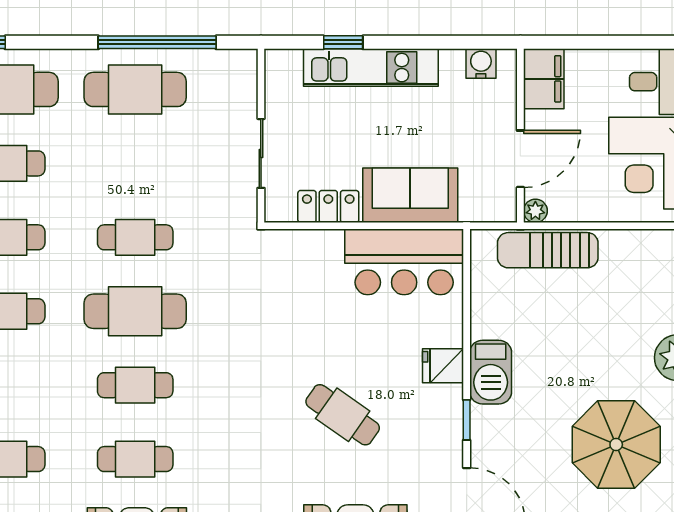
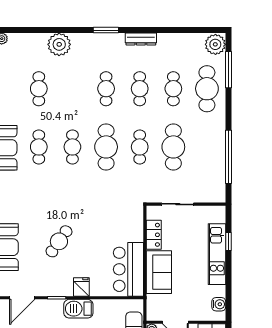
cafe table: (135, 89) -> (173, 147), moved

